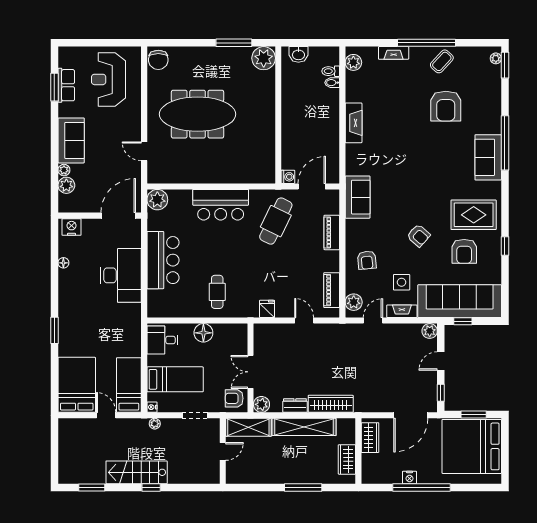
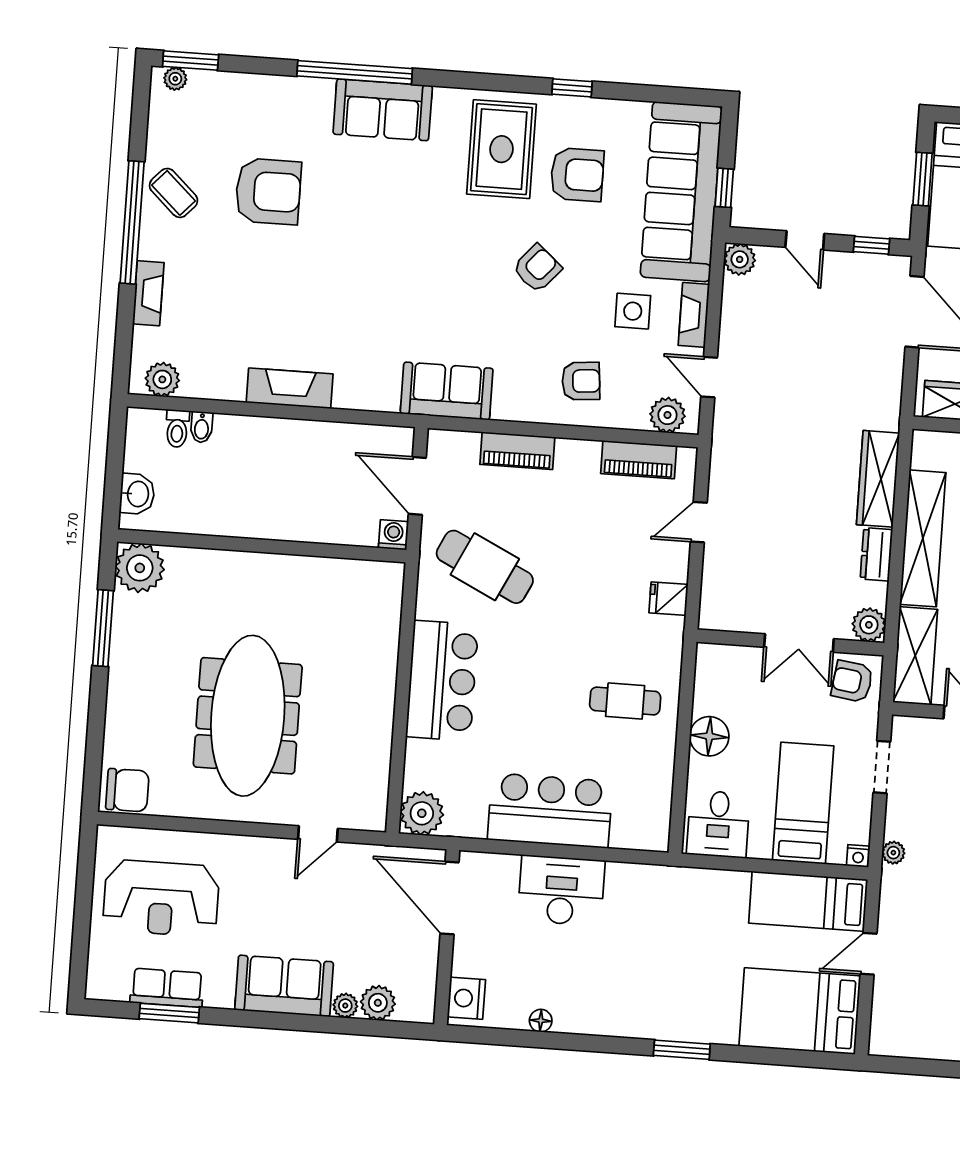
desk: (121, 275) -> (561, 890), width x0.73, depth x0.77
armchair: (234, 398) -> (852, 681), turned 98

